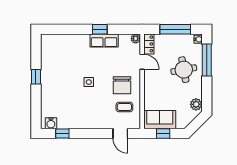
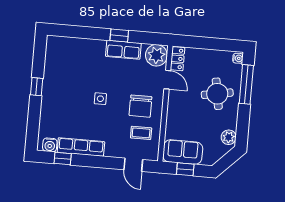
window: (175, 29) -> (211, 44), removed
plant: (136, 39) -> (156, 55), width x1.88, depth x1.88
row of seats: (76, 123) -> (81, 147), added

